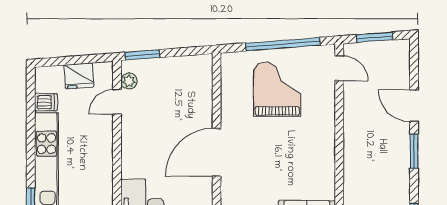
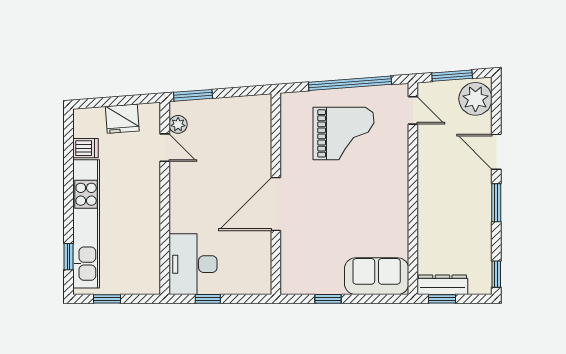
plant: (395, 58) -> (475, 99), added
grand piano: (277, 89) -> (344, 133), turned 90
door: (117, 102) -> (165, 148), swing flipped

